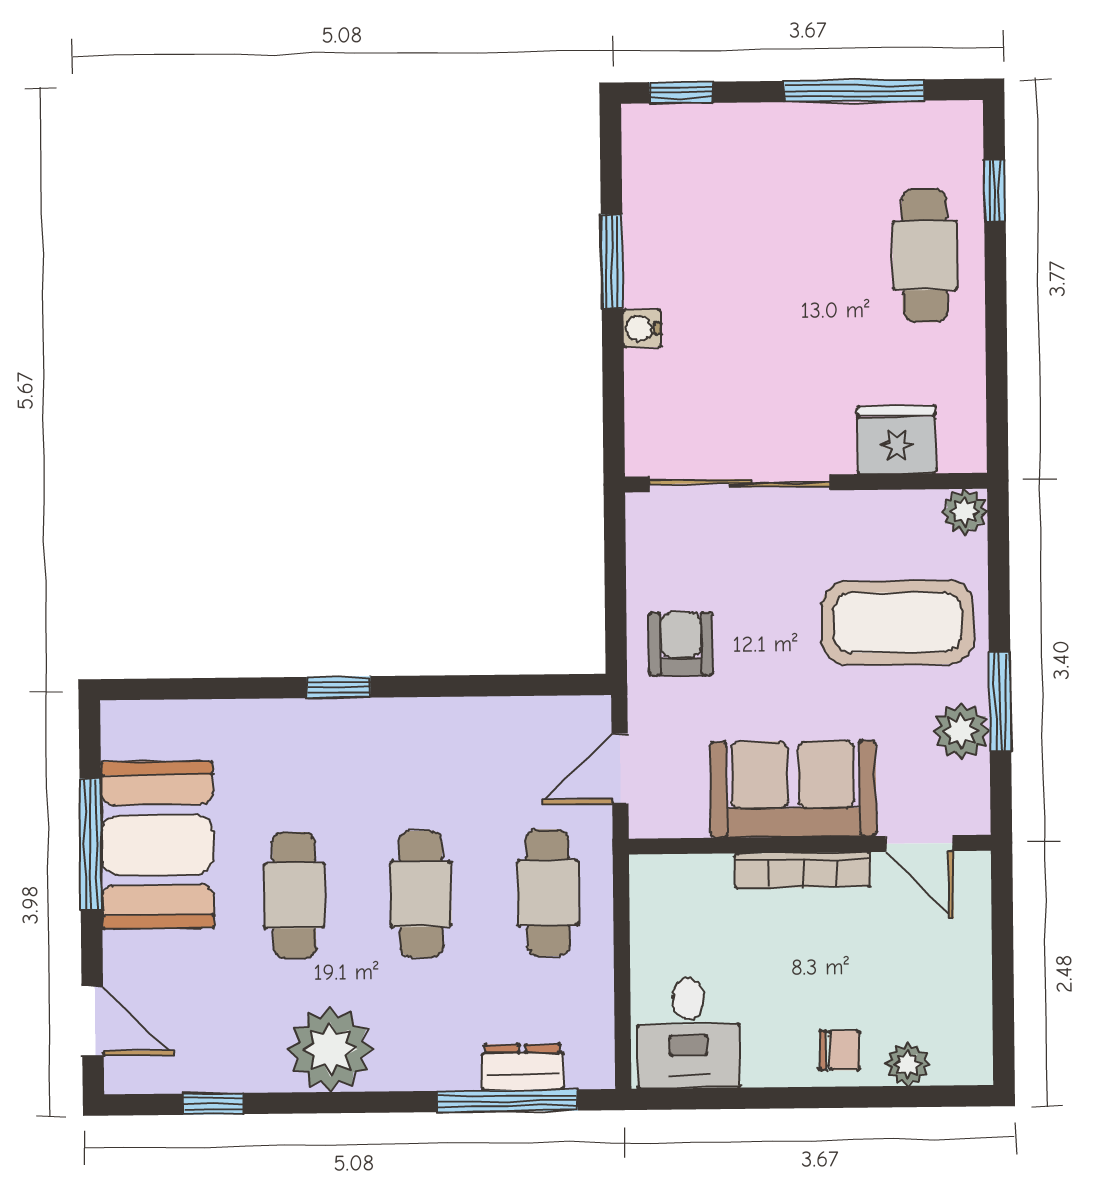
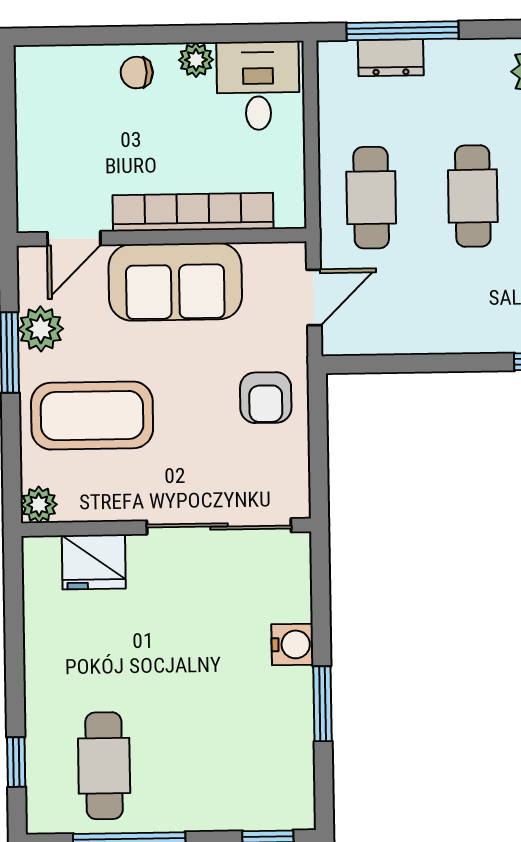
cafe table: (925, 255) -> (104, 766), moved
water cooler: (642, 328) -> (292, 645), width x1.38, depth x1.38
door: (919, 844) -> (74, 239), swing flipped
bookcase: (803, 870) -> (193, 212), width x1.48, depth x1.31
plant: (907, 1064) -> (196, 60), moved

